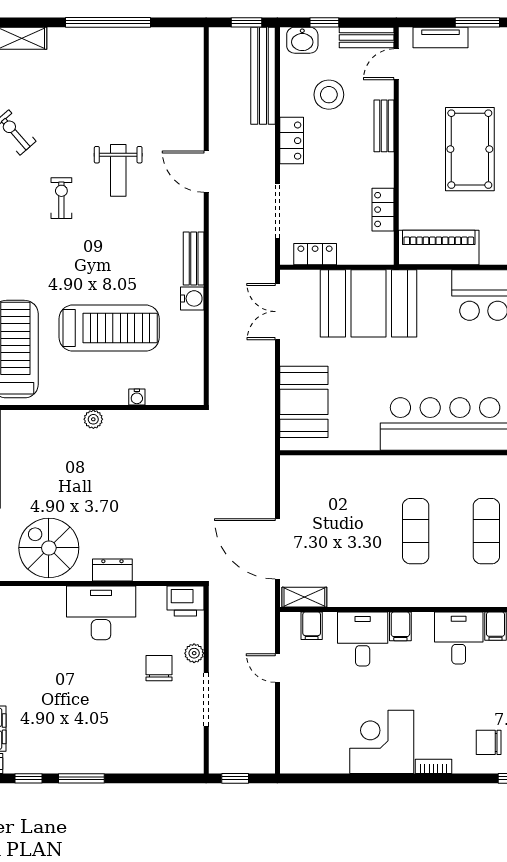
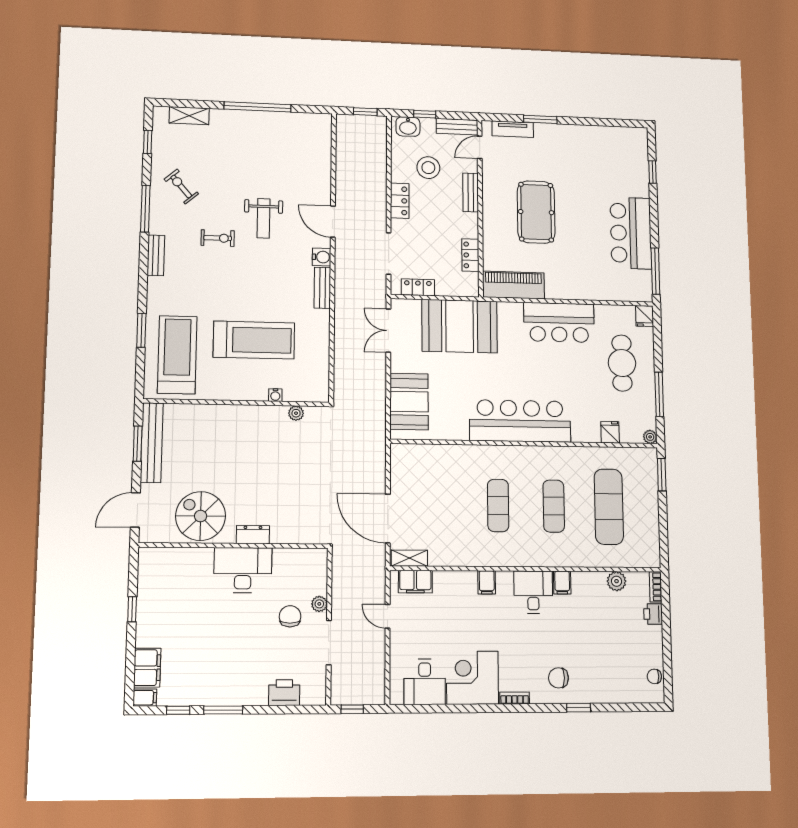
bench: (263, 76) -> (378, 152), removed
exercise bike: (61, 198) -> (218, 238), turned 90
water cooler: (192, 298) -> (322, 257), moved
plant: (93, 419) -> (296, 413), moved
printer: (185, 601) -> (284, 693), moved, turned 180
filing cabinet: (312, 626) -> (415, 582), width x2.00
desk: (363, 639) -> (425, 682), moved, turned 180

